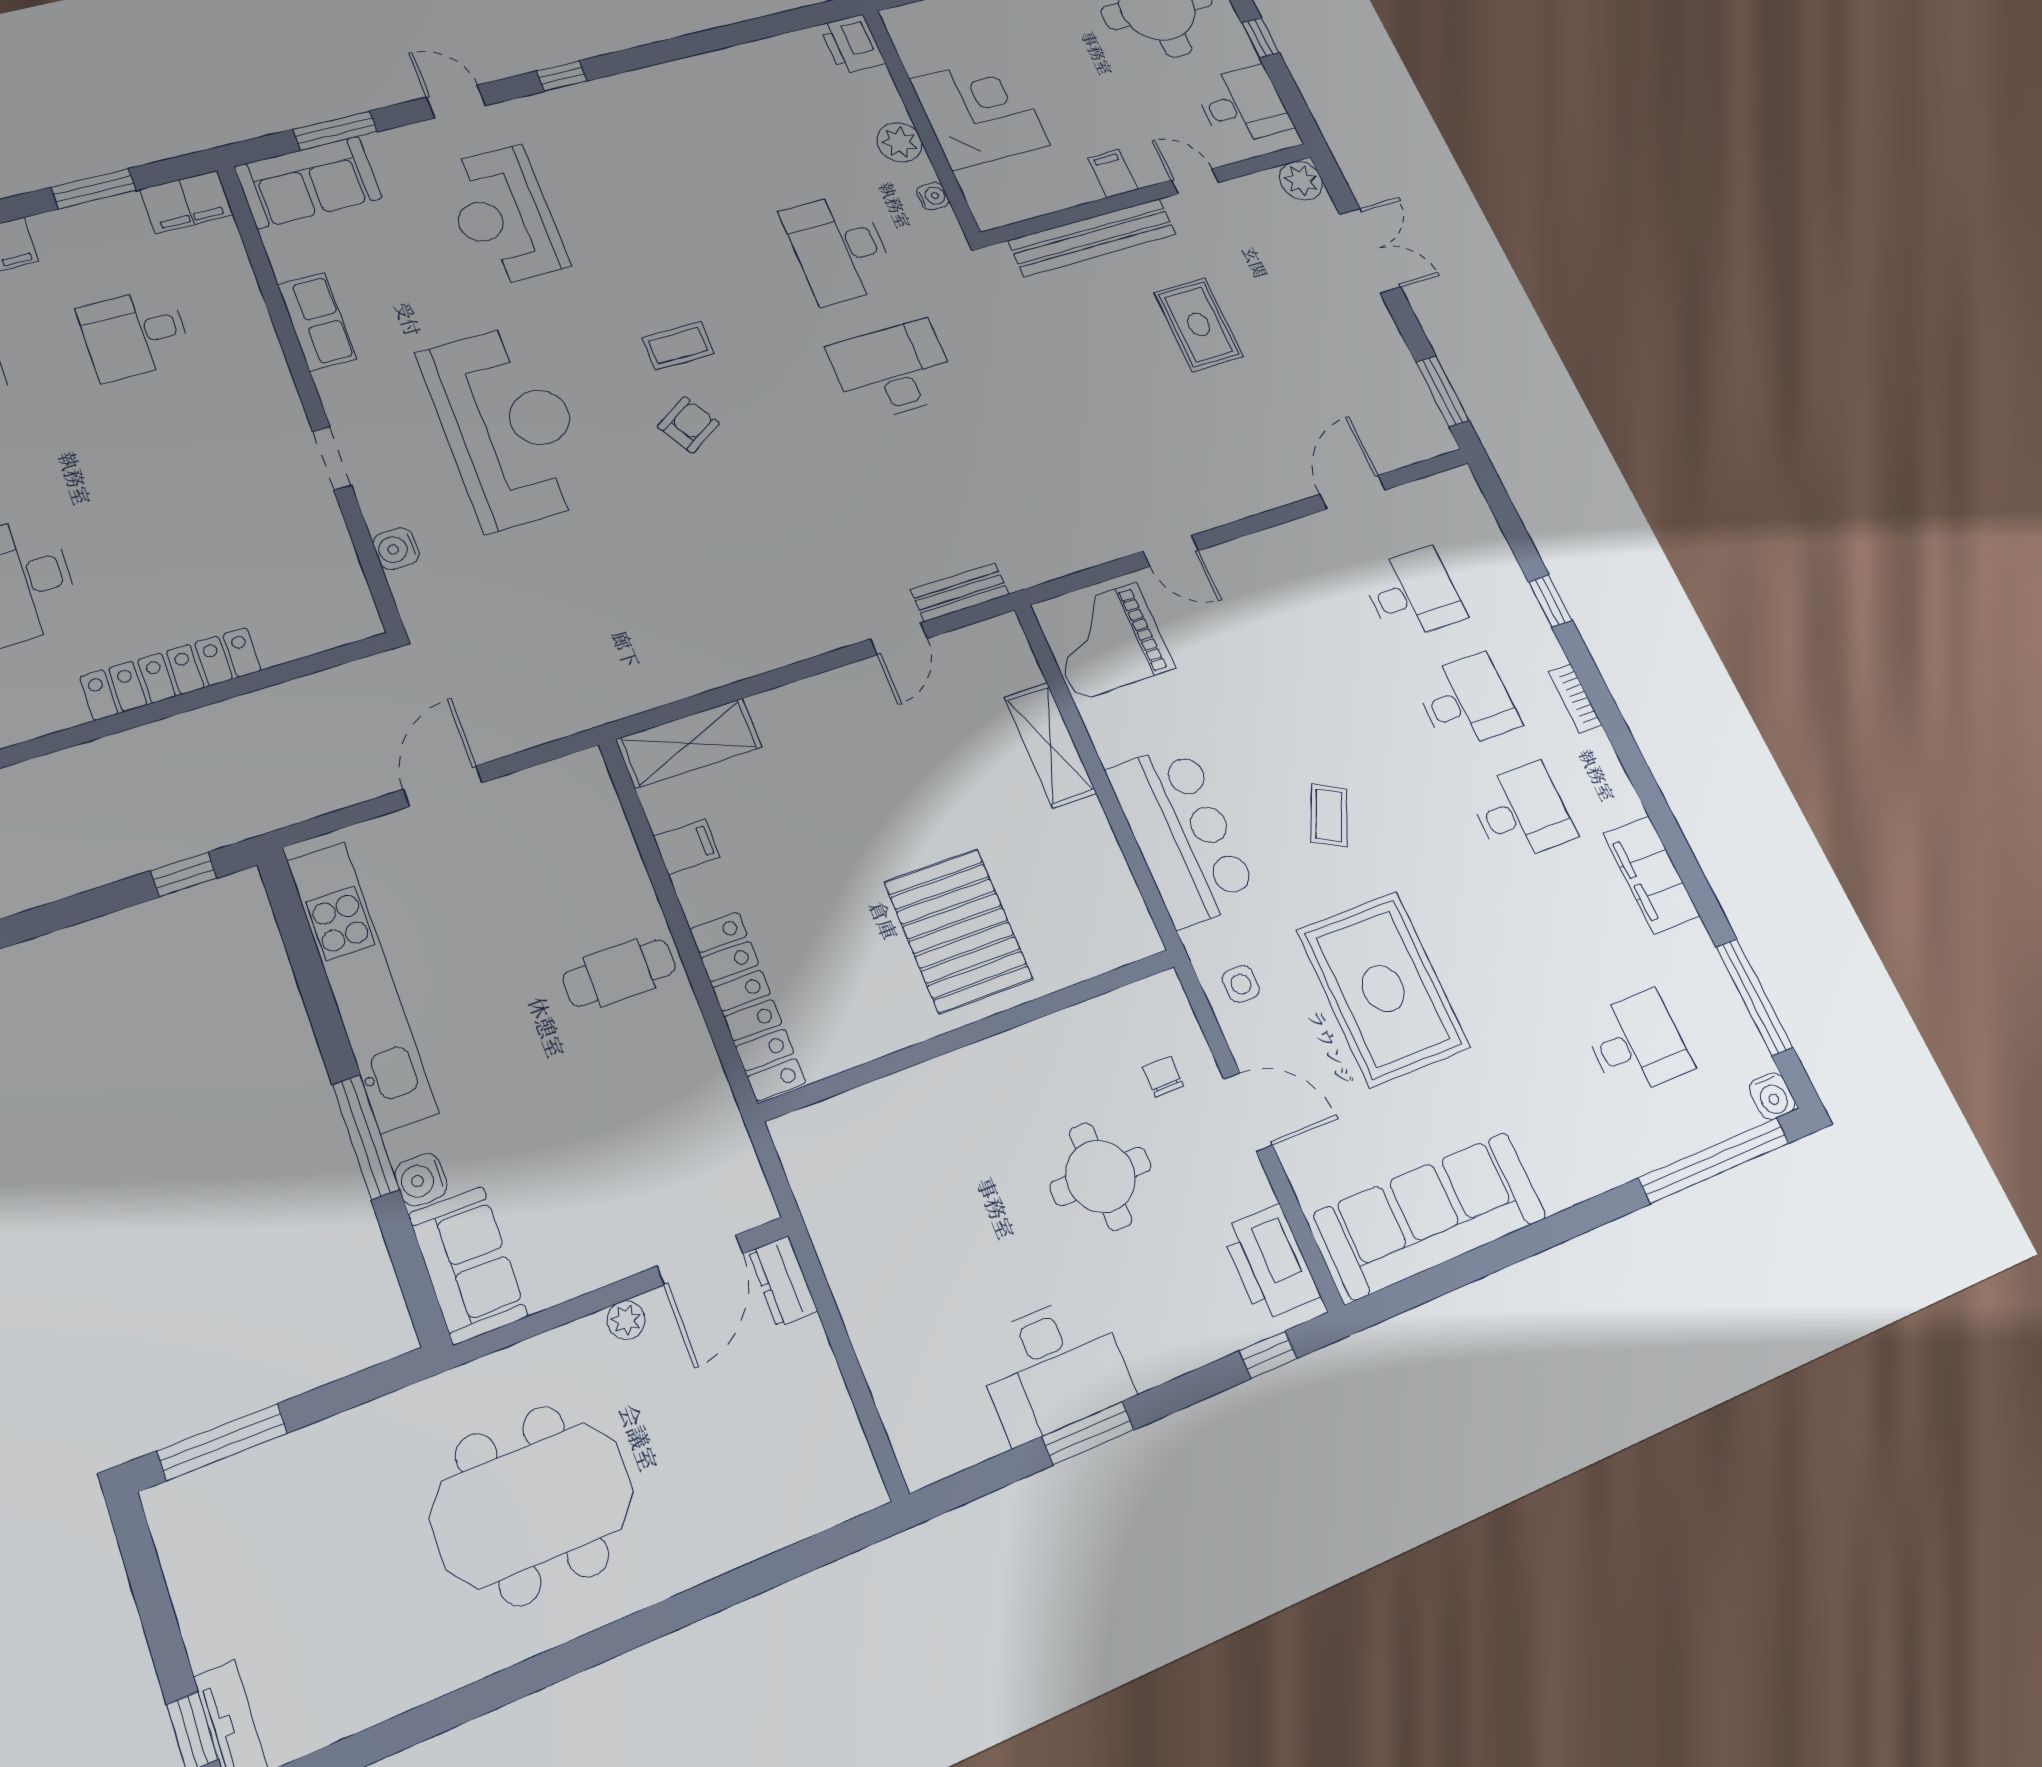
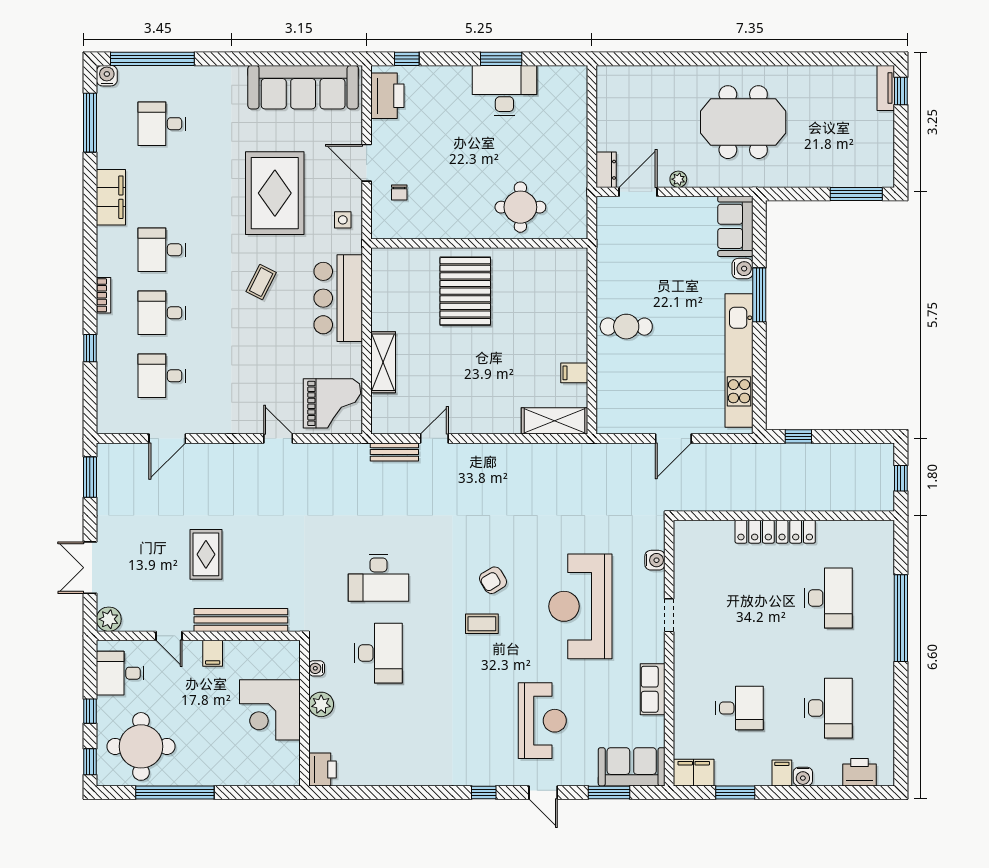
locker: (747, 1005) -> (575, 292), removed
round table: (1100, 1176) -> (520, 207), moved

